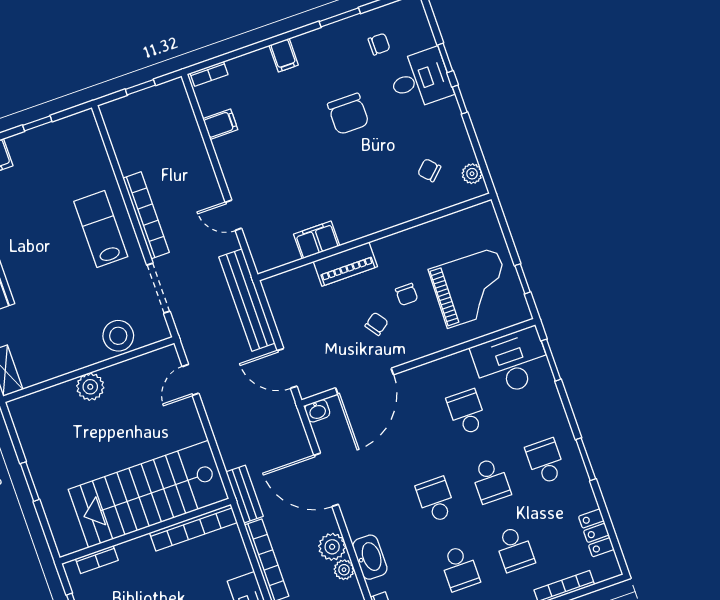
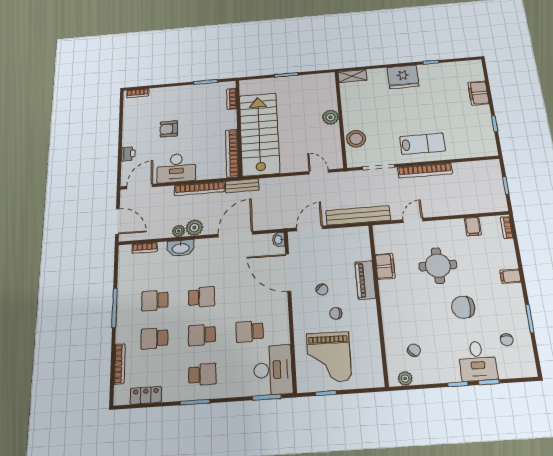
round table: (295, 163) -> (438, 266), added
school desk: (467, 412) -> (250, 331), turned 180

